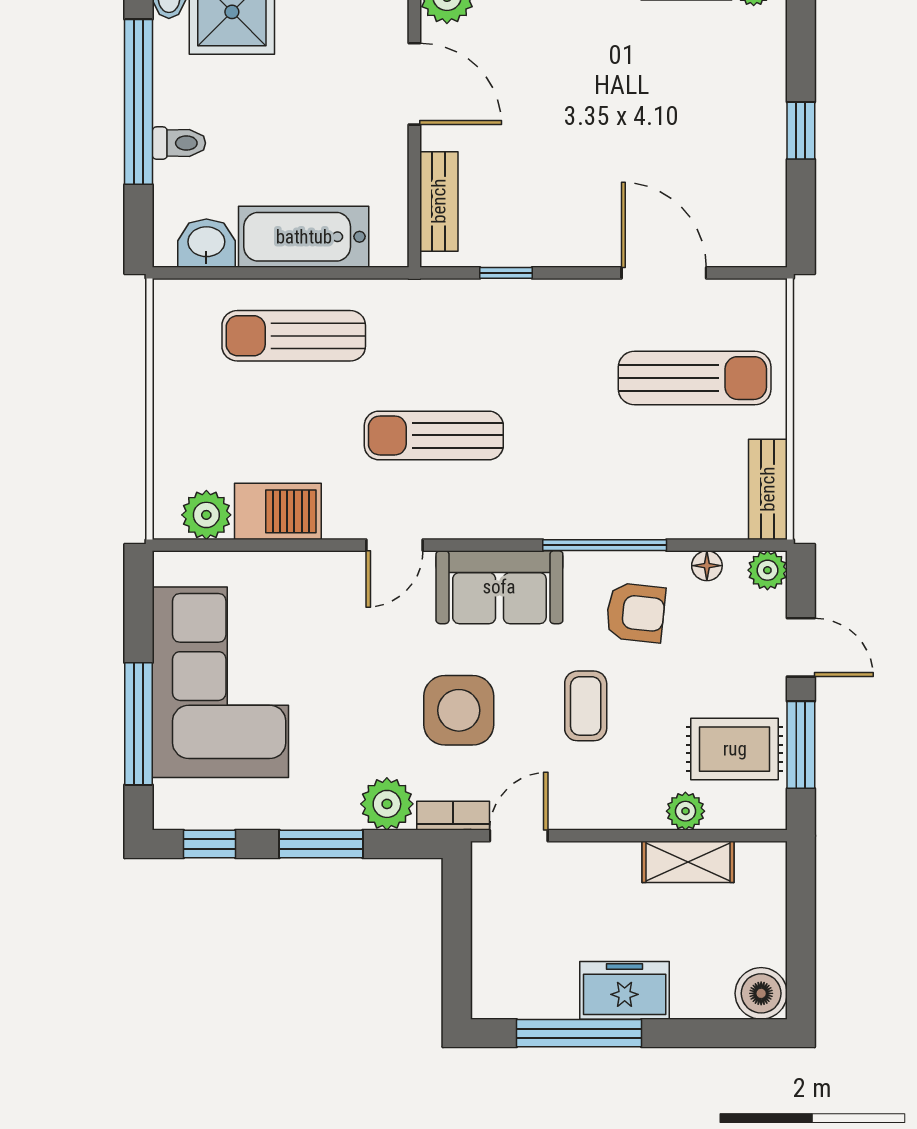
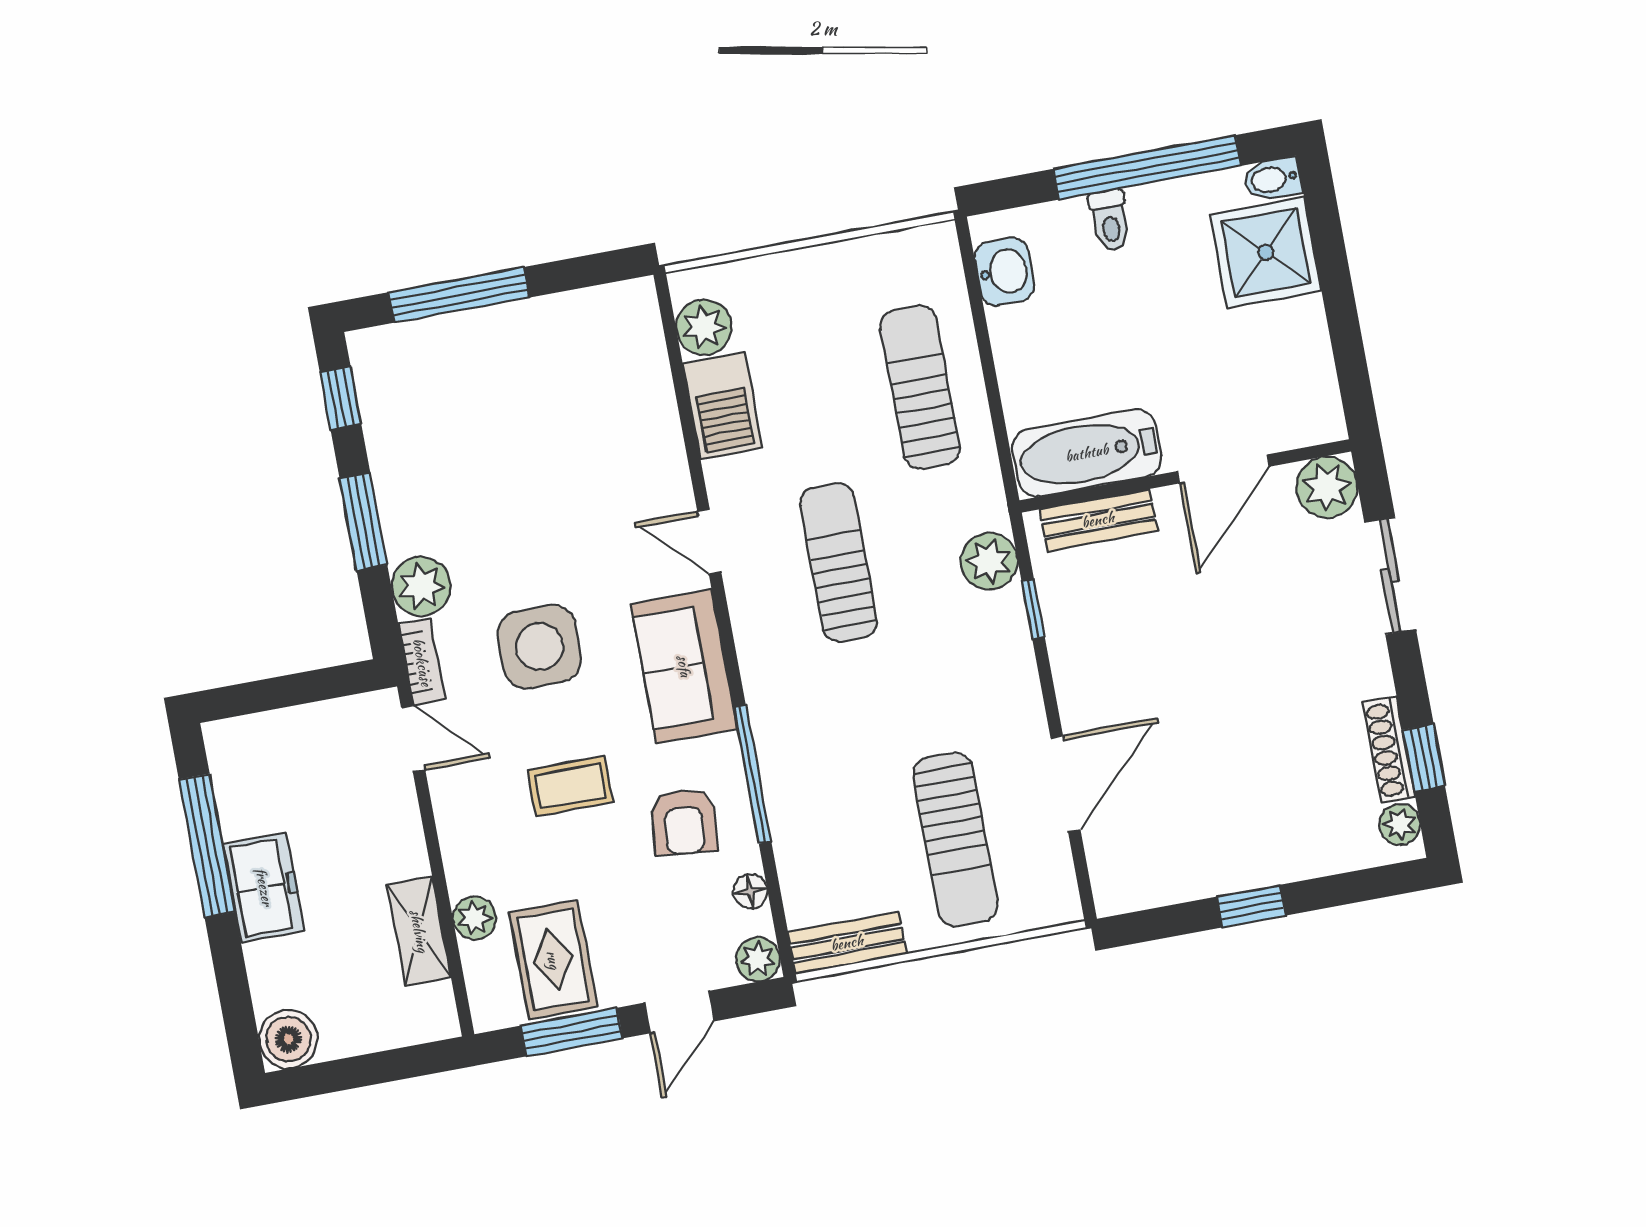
bathtub: (304, 237) -> (1087, 453), moved, turned -90
plant: (457, 304) -> (989, 561), added
corner sofa: (220, 682) -> (522, 377), removed

